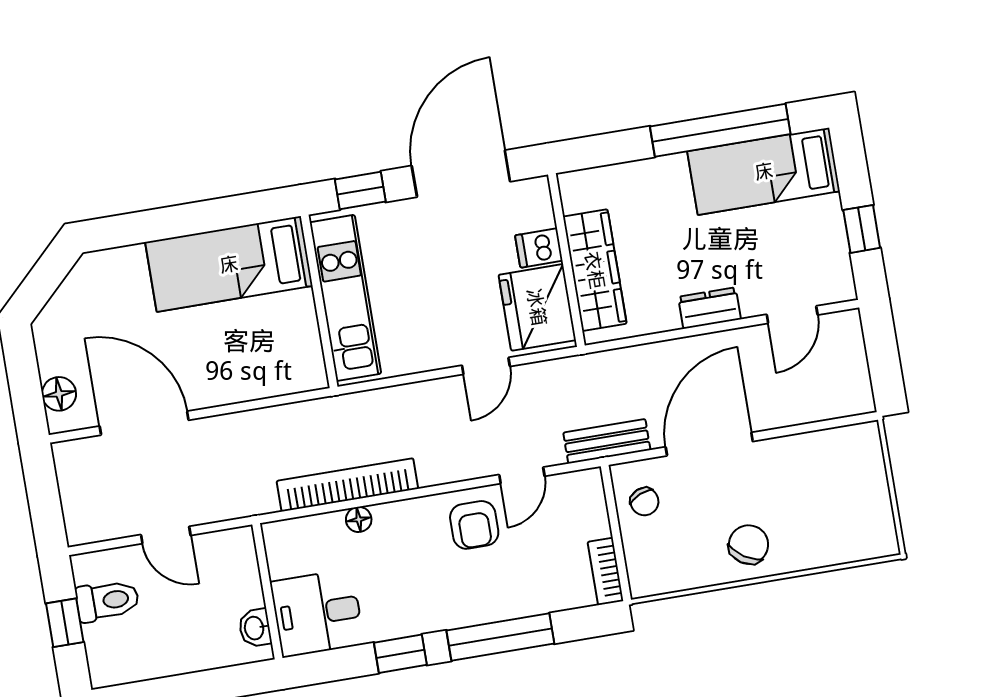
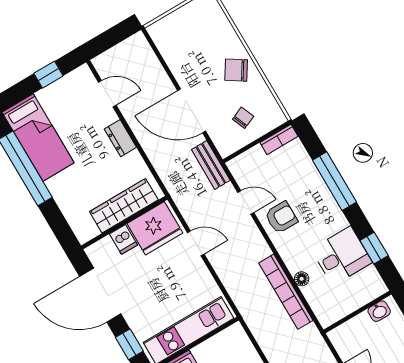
chair: (645, 502) -> (243, 118), moved
desk: (317, 613) -> (342, 256), moved, turned -90
window: (400, 654) -> (374, 248), moved

